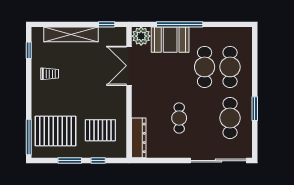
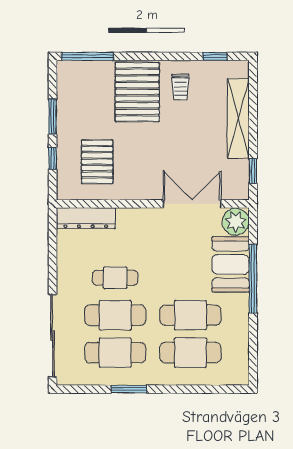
cafe table: (205, 118) -> (115, 315), added
pallet: (56, 131) -> (137, 92), moved

